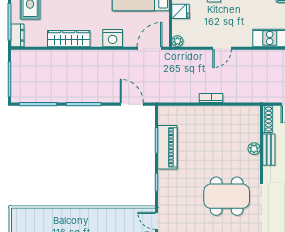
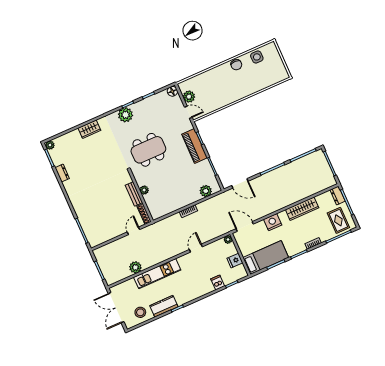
door: (150, 48) -> (245, 226), swing flipped
plant: (178, 114) -> (206, 191), added
piano: (167, 147) -> (195, 146), moved

